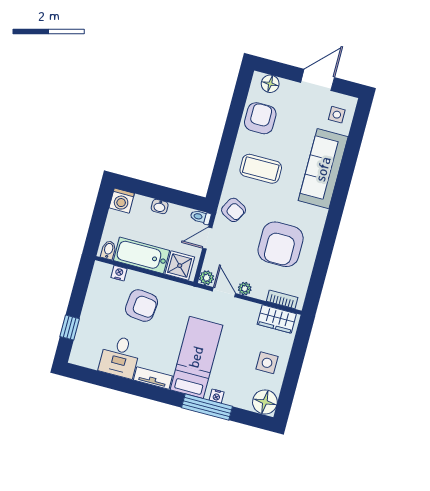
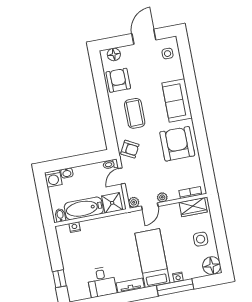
coffee table: (261, 169) -> (135, 113), turned 90
sofa: (323, 169) -> (177, 100), width x0.73
washbasin: (160, 206) -> (67, 173), moved
armchair: (281, 244) -> (177, 144), moved, turned 180
door: (224, 292) -> (150, 206), swing flipped
armchair: (142, 306) -> (100, 241), removed

